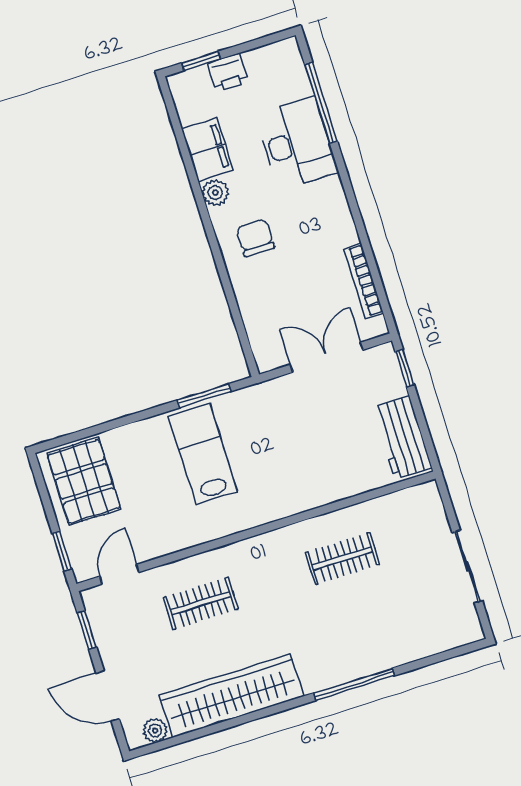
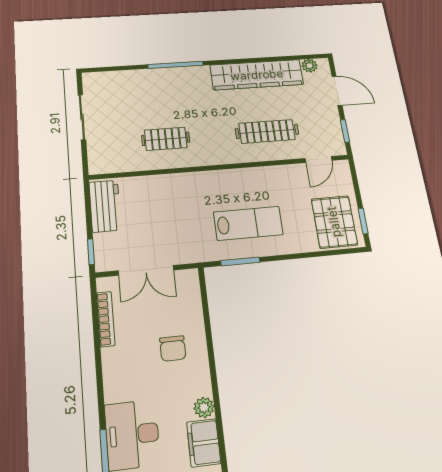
chair: (255, 238) -> (173, 348), moved
lab bench: (203, 454) -> (248, 223), turned -90
window: (62, 551) -> (363, 221), moved
clothes rail: (201, 603) -> (267, 131), width x1.36

